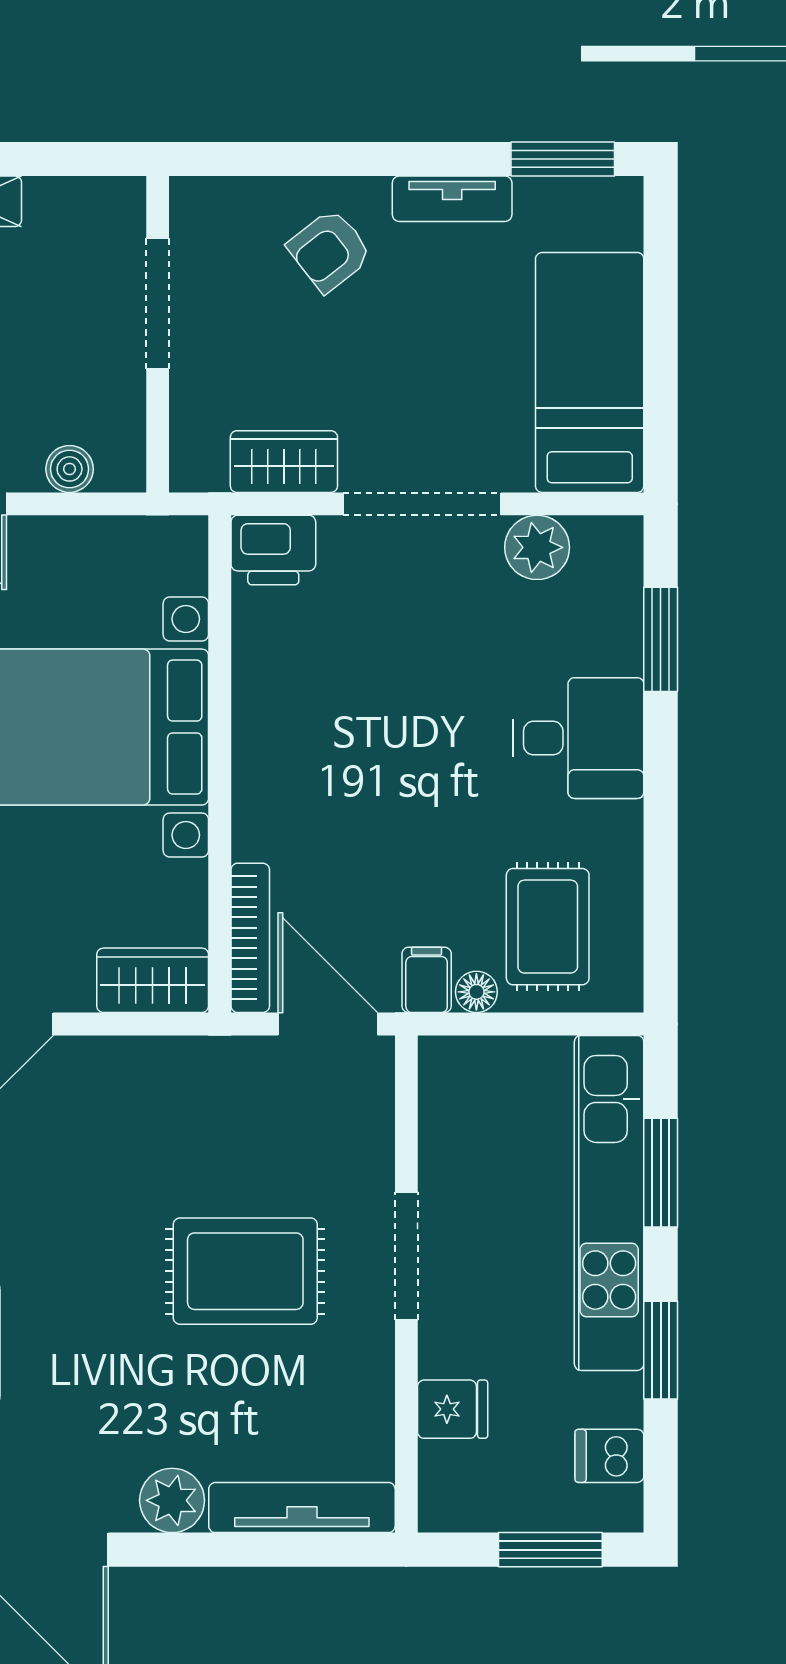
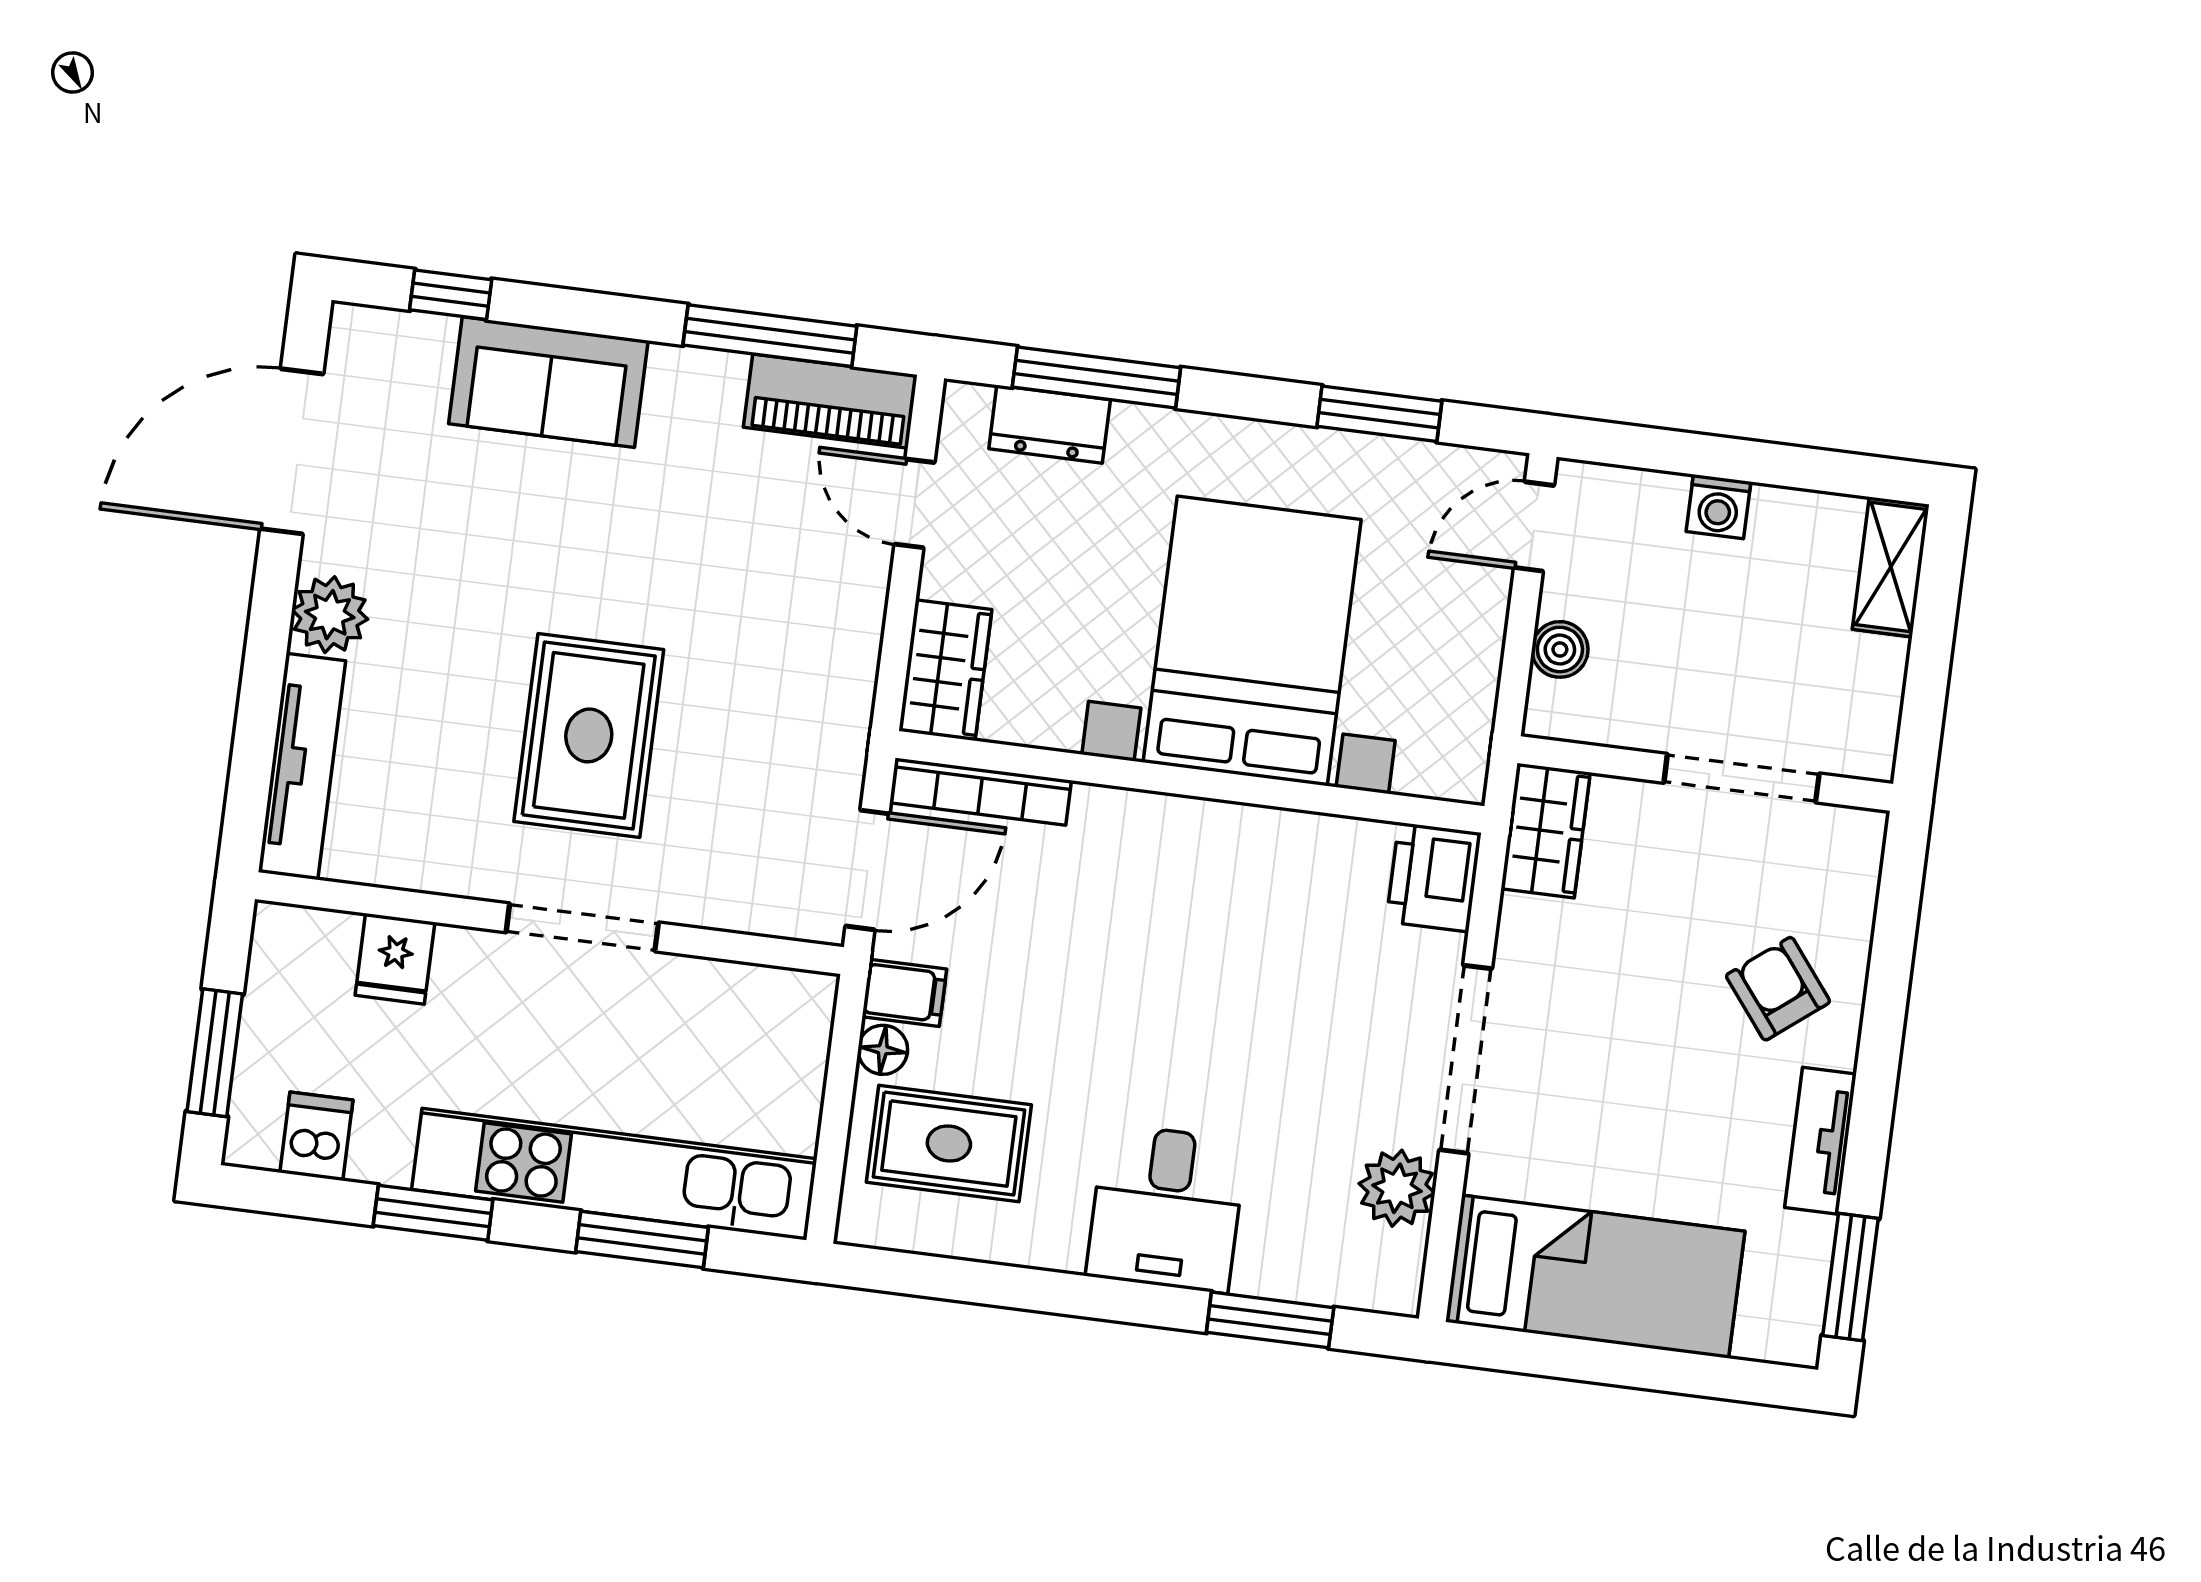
wardrobe: (284, 462) -> (1546, 831), moved

